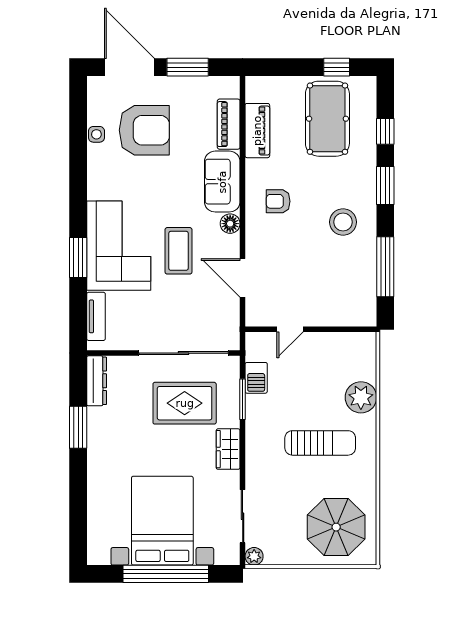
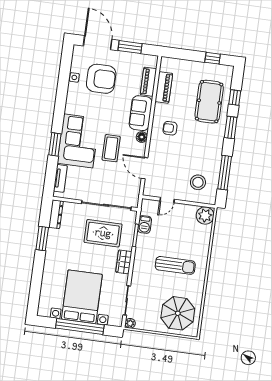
pool table: (327, 119) -> (209, 102), moved
stool: (343, 222) -> (198, 182), moved
plant: (361, 397) -> (205, 216), moved

